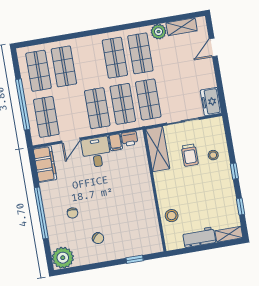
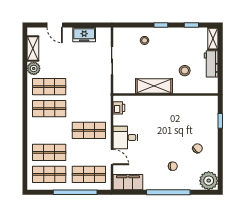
shop shelf: (148, 99) -> (89, 87), removed
freezer: (211, 102) -> (84, 35), moved
shop shelf: (123, 104) -> (89, 109), removed
filing cabinet: (115, 142) -> (120, 120), removed
shelving: (158, 149) -> (154, 86), moved
trolley: (190, 155) -> (141, 60), removed
stool: (172, 216) -> (185, 71), moved

